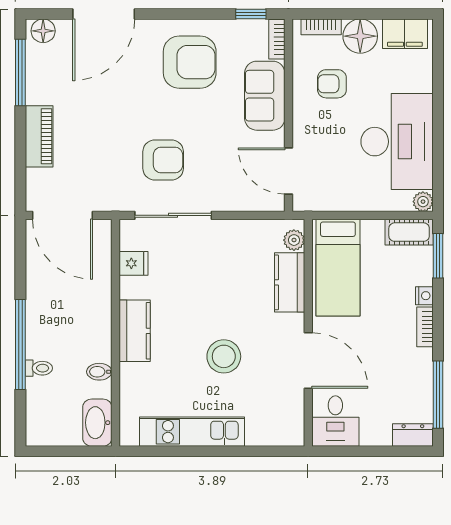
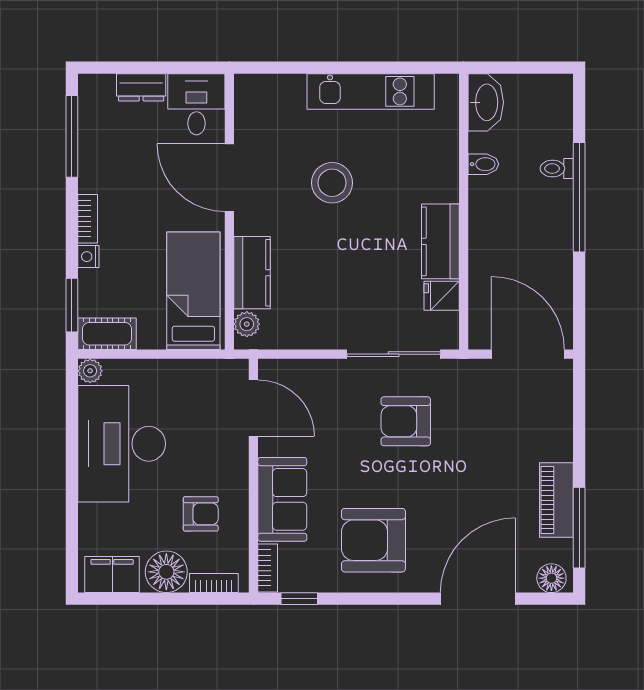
piano: (39, 136) -> (556, 500), moved
kitchen counter: (135, 331) -> (440, 241), moved
dresser: (413, 435) -> (141, 87), moved

